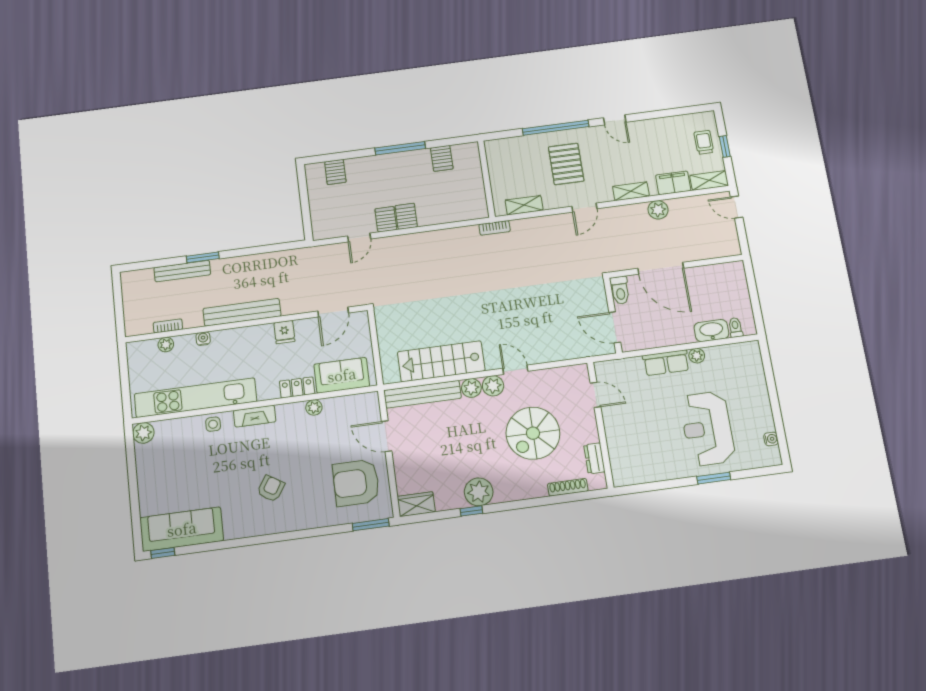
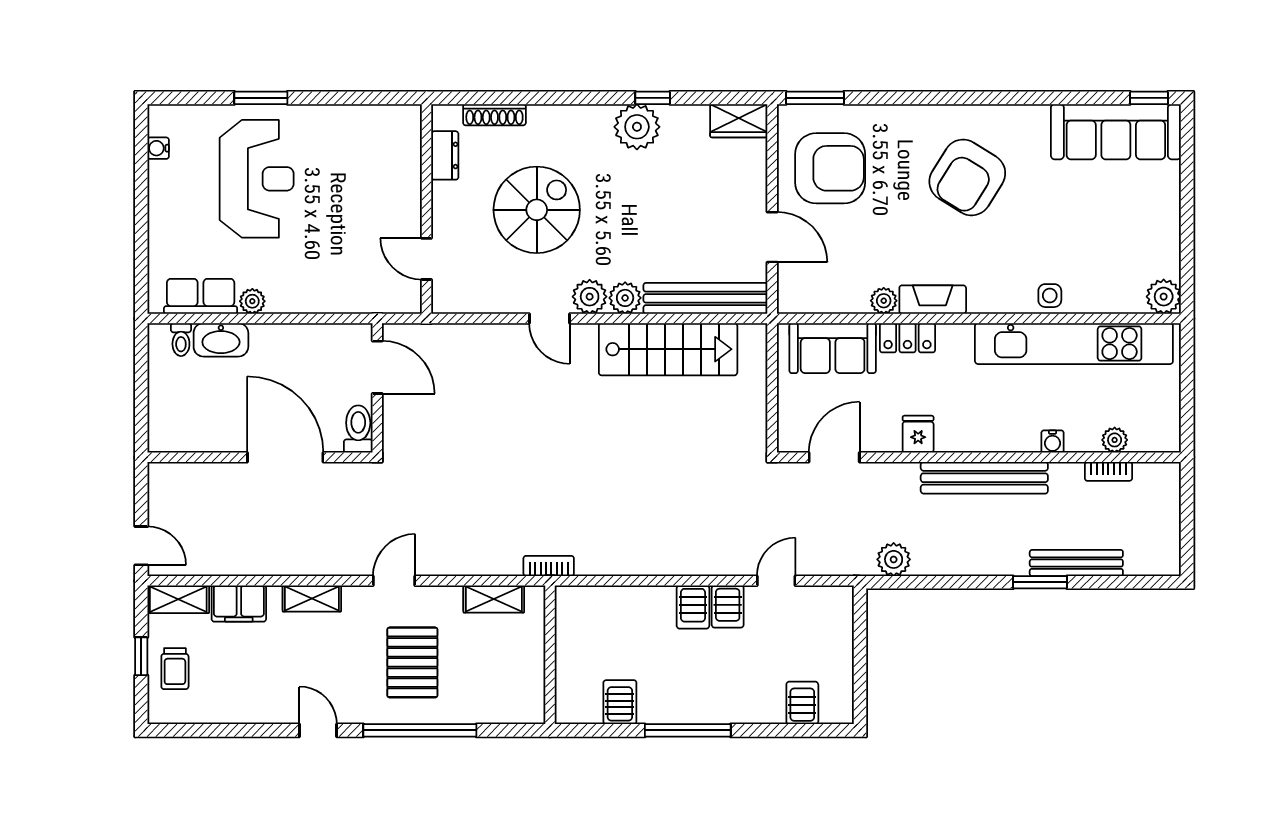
plant: (658, 210) -> (894, 559), moved
row of seats: (666, 363) -> (201, 296), moved
fireplace: (255, 416) -> (933, 300), moved
armchair: (271, 489) -> (967, 177), width x1.88, depth x1.88

